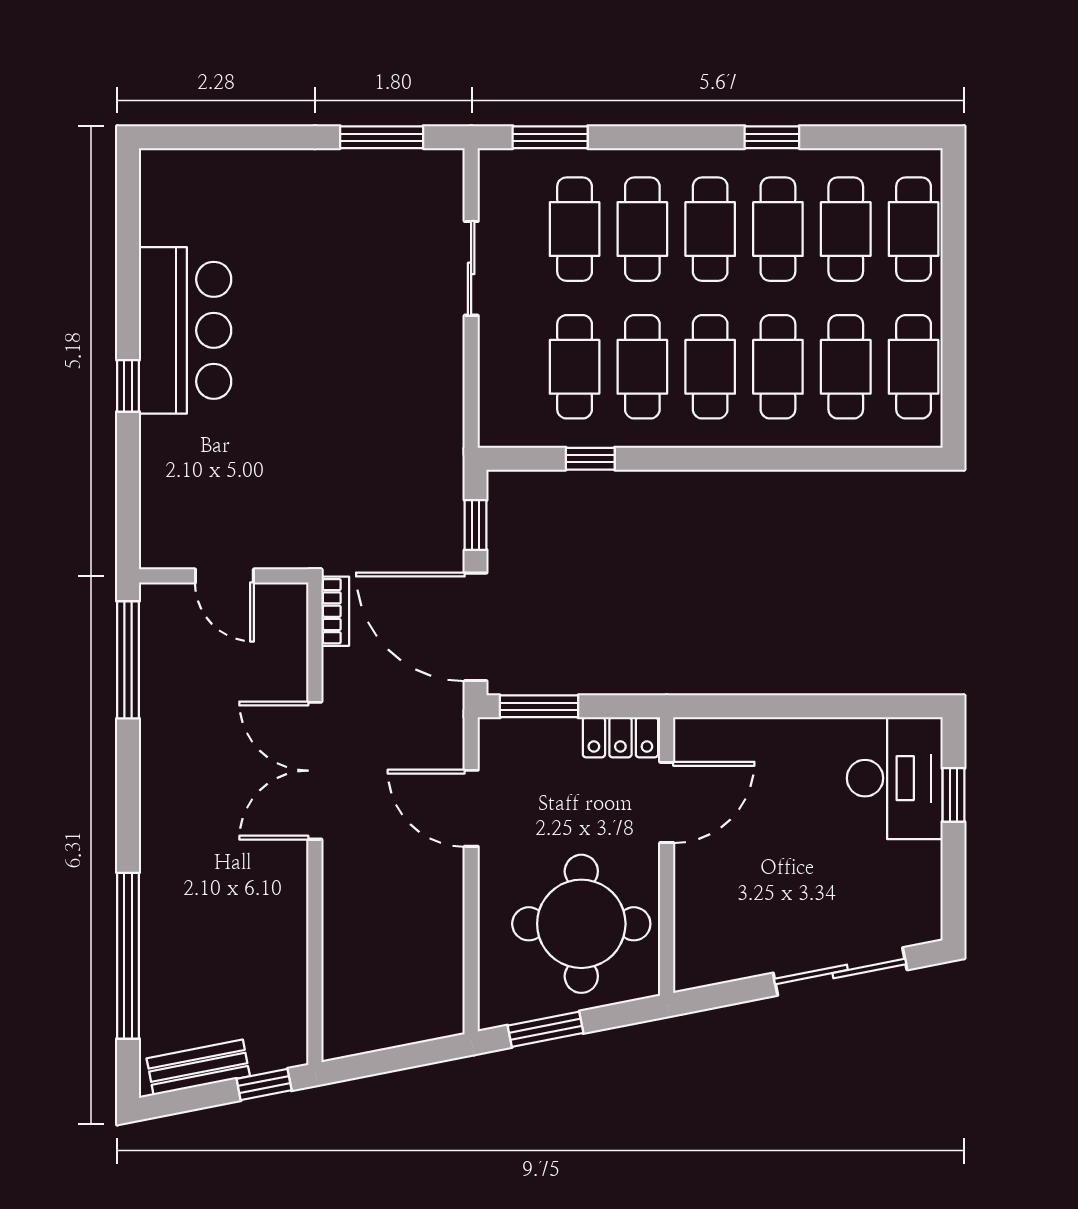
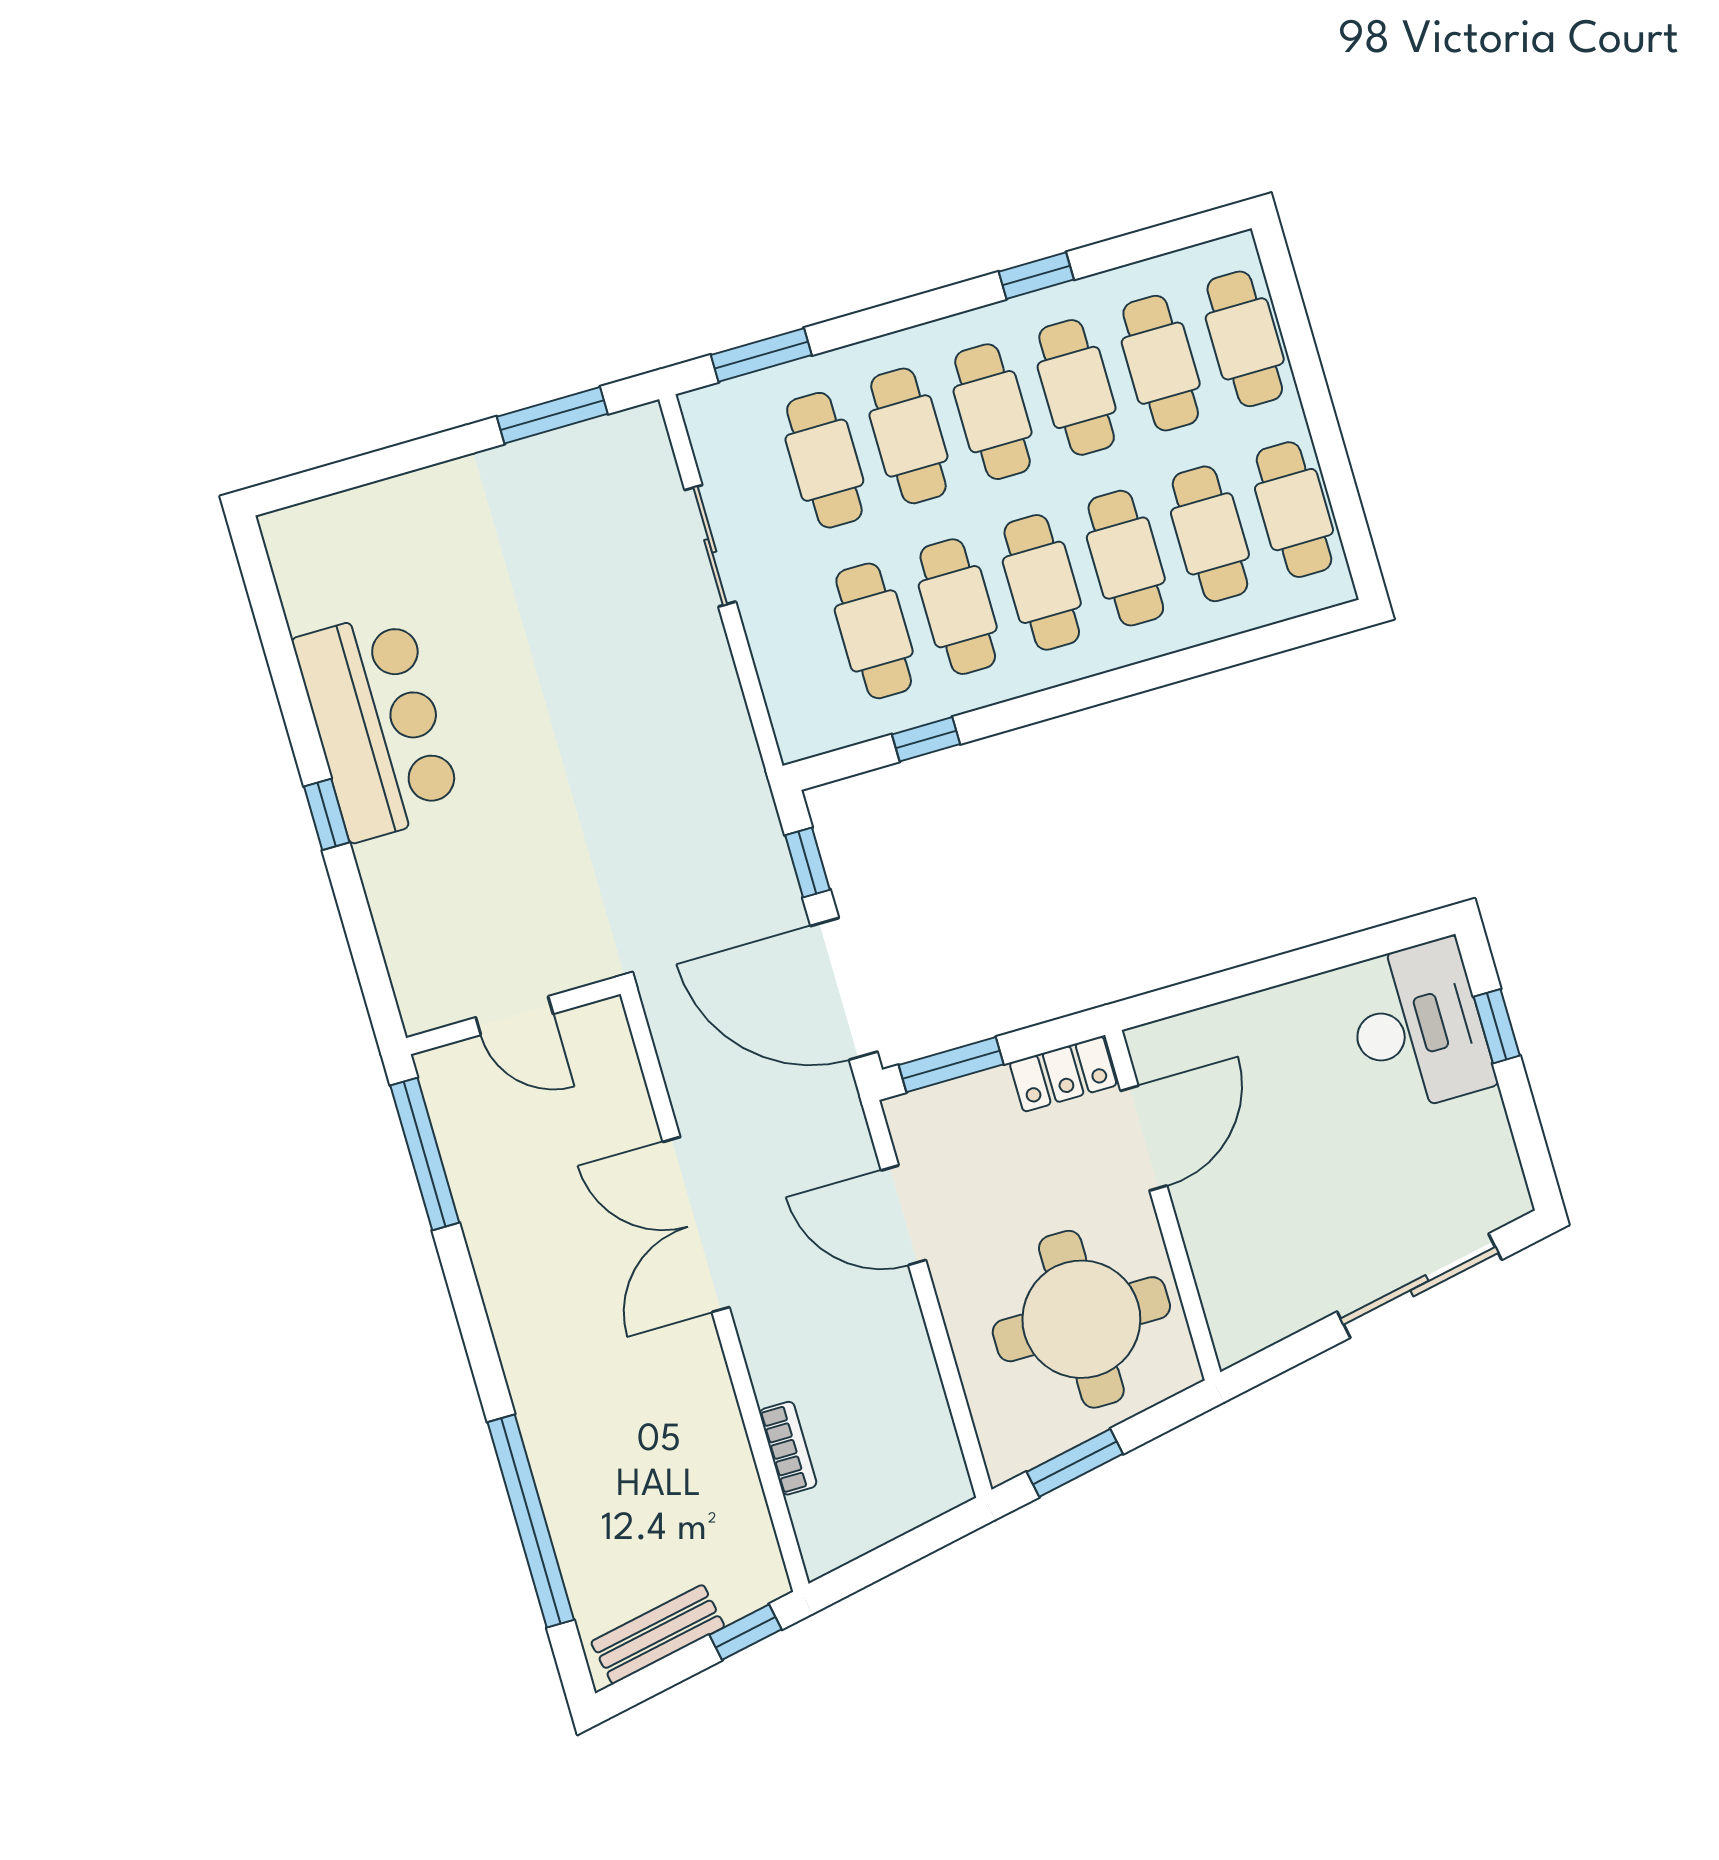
bookcase: (335, 611) -> (788, 1448), moved

